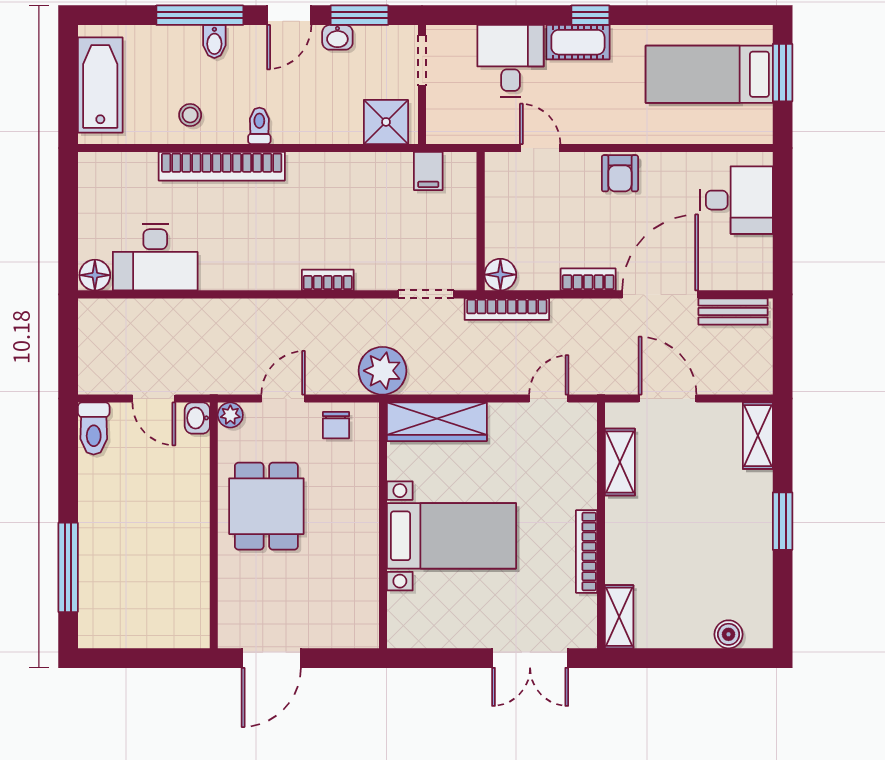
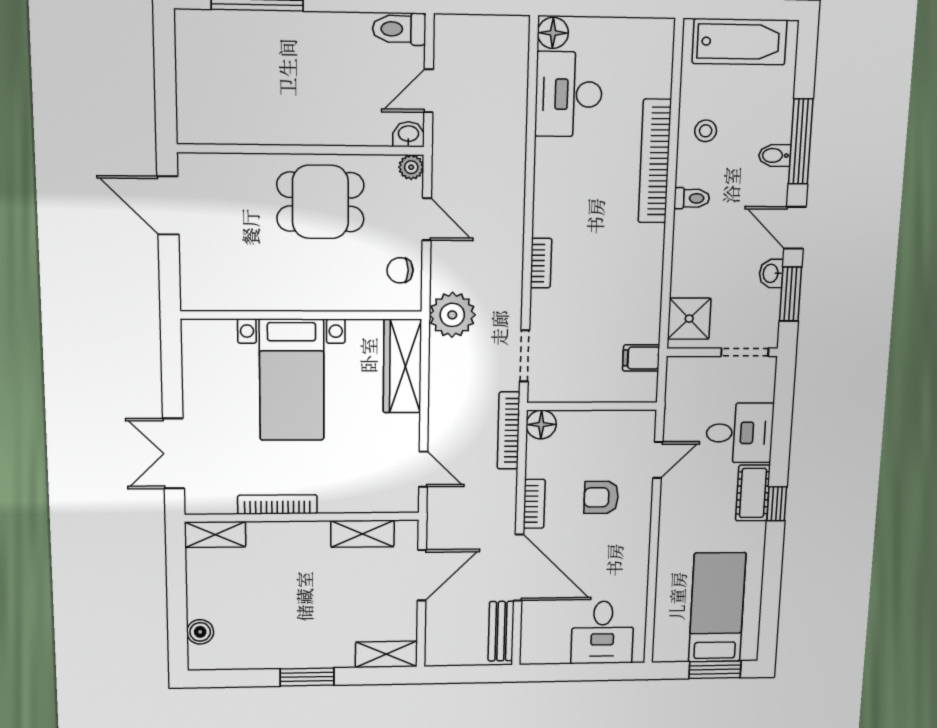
armchair: (620, 173) -> (601, 497), moved

